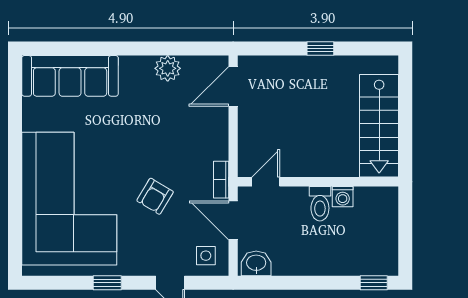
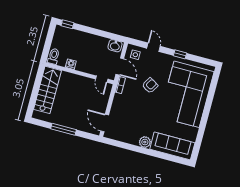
window: (320, 49) -> (63, 129), width x2.17
plant: (168, 68) -> (145, 142), moved
door: (233, 86) -> (105, 123), swing flipped
door: (266, 182) -> (102, 79), hinge flipped
toilet: (320, 204) -> (54, 56), moved

